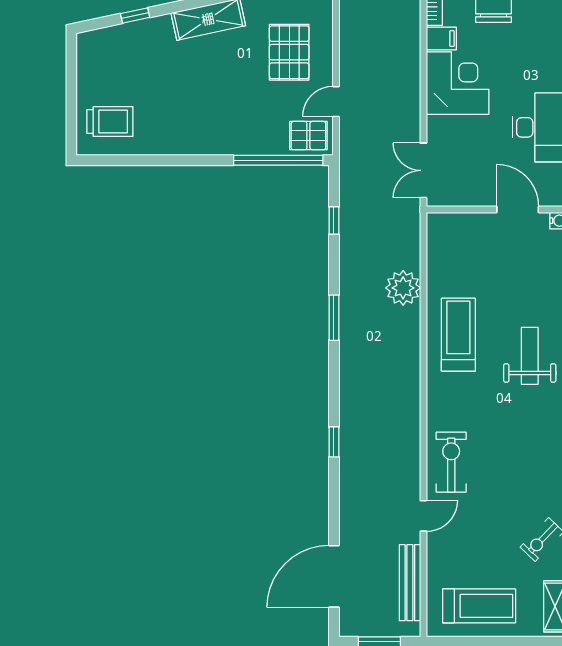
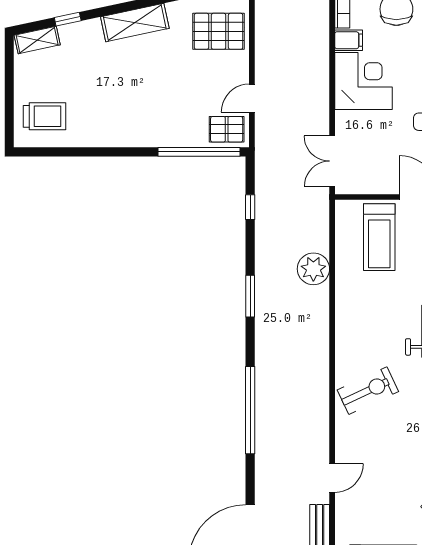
shelving: (102, 38) -> (37, 40), added
pallet: (289, 52) -> (219, 31), moved, turned 90
treadmill: (458, 335) -> (379, 237), moved, turned 180
window: (334, 442) -> (250, 410), width x3.17
exercise bike: (451, 462) -> (368, 391), moved, turned 65

